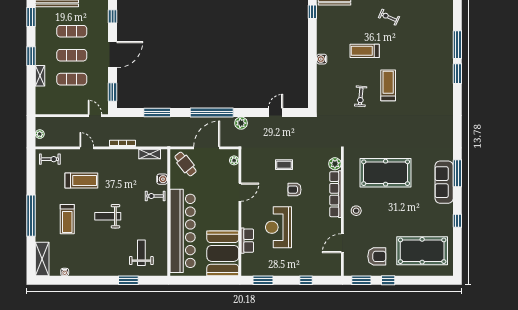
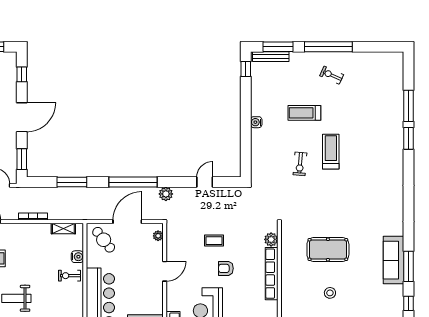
pool table: (386, 173) -> (328, 249), width x0.73, depth x0.76
window: (457, 173) -> (408, 266), moved
stool: (356, 211) -> (330, 293), moved

